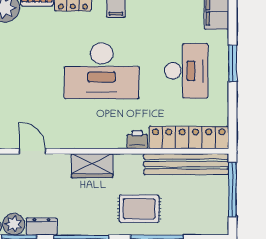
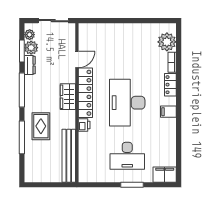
locker: (189, 138) -> (85, 93), moved
window: (233, 190) -> (53, 185), removed

